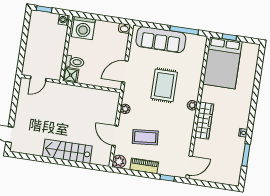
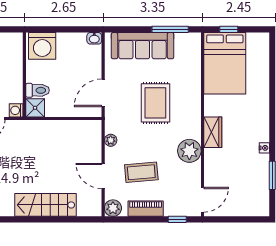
washing machine: (64, 20) -> (16, 110), moved
plant: (192, 105) -> (189, 151), moved, width x1.87, depth x1.87
wardrobe: (204, 121) -> (213, 132), width x0.67

